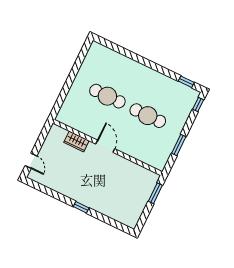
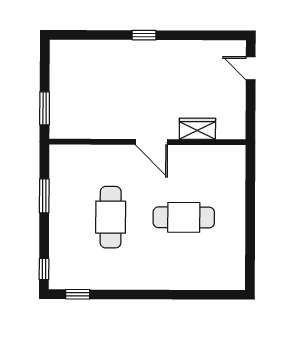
cafe table: (148, 116) -> (111, 217), turned 90

